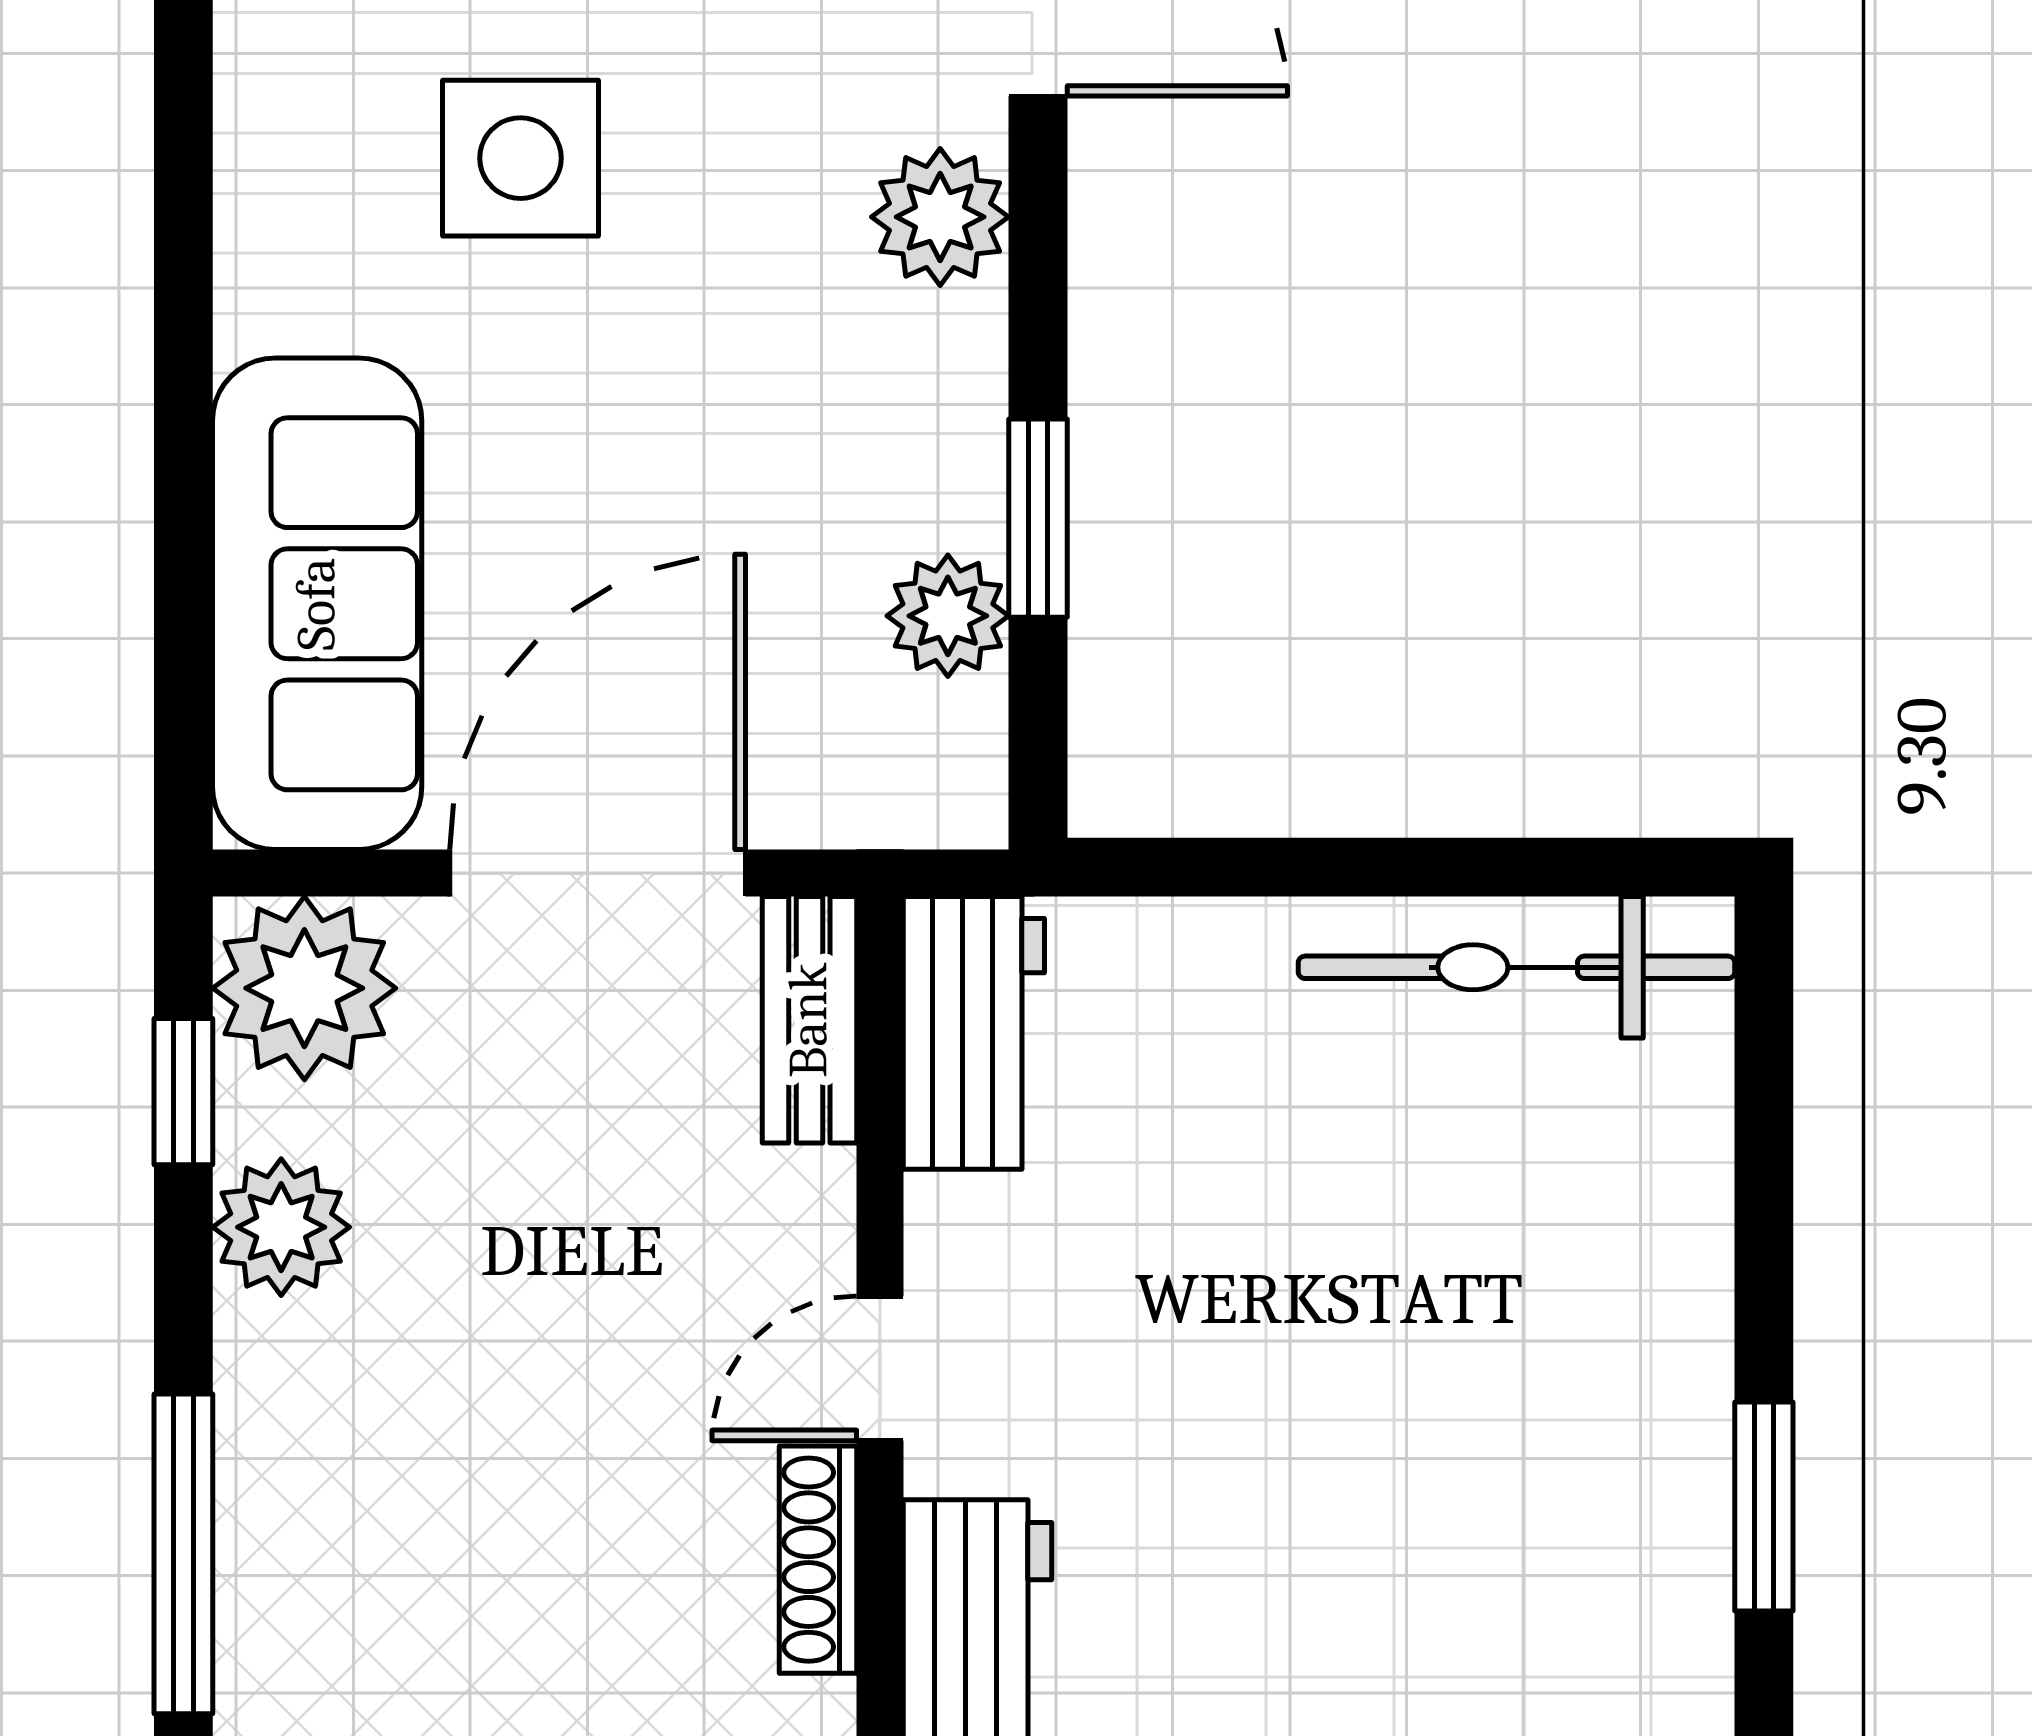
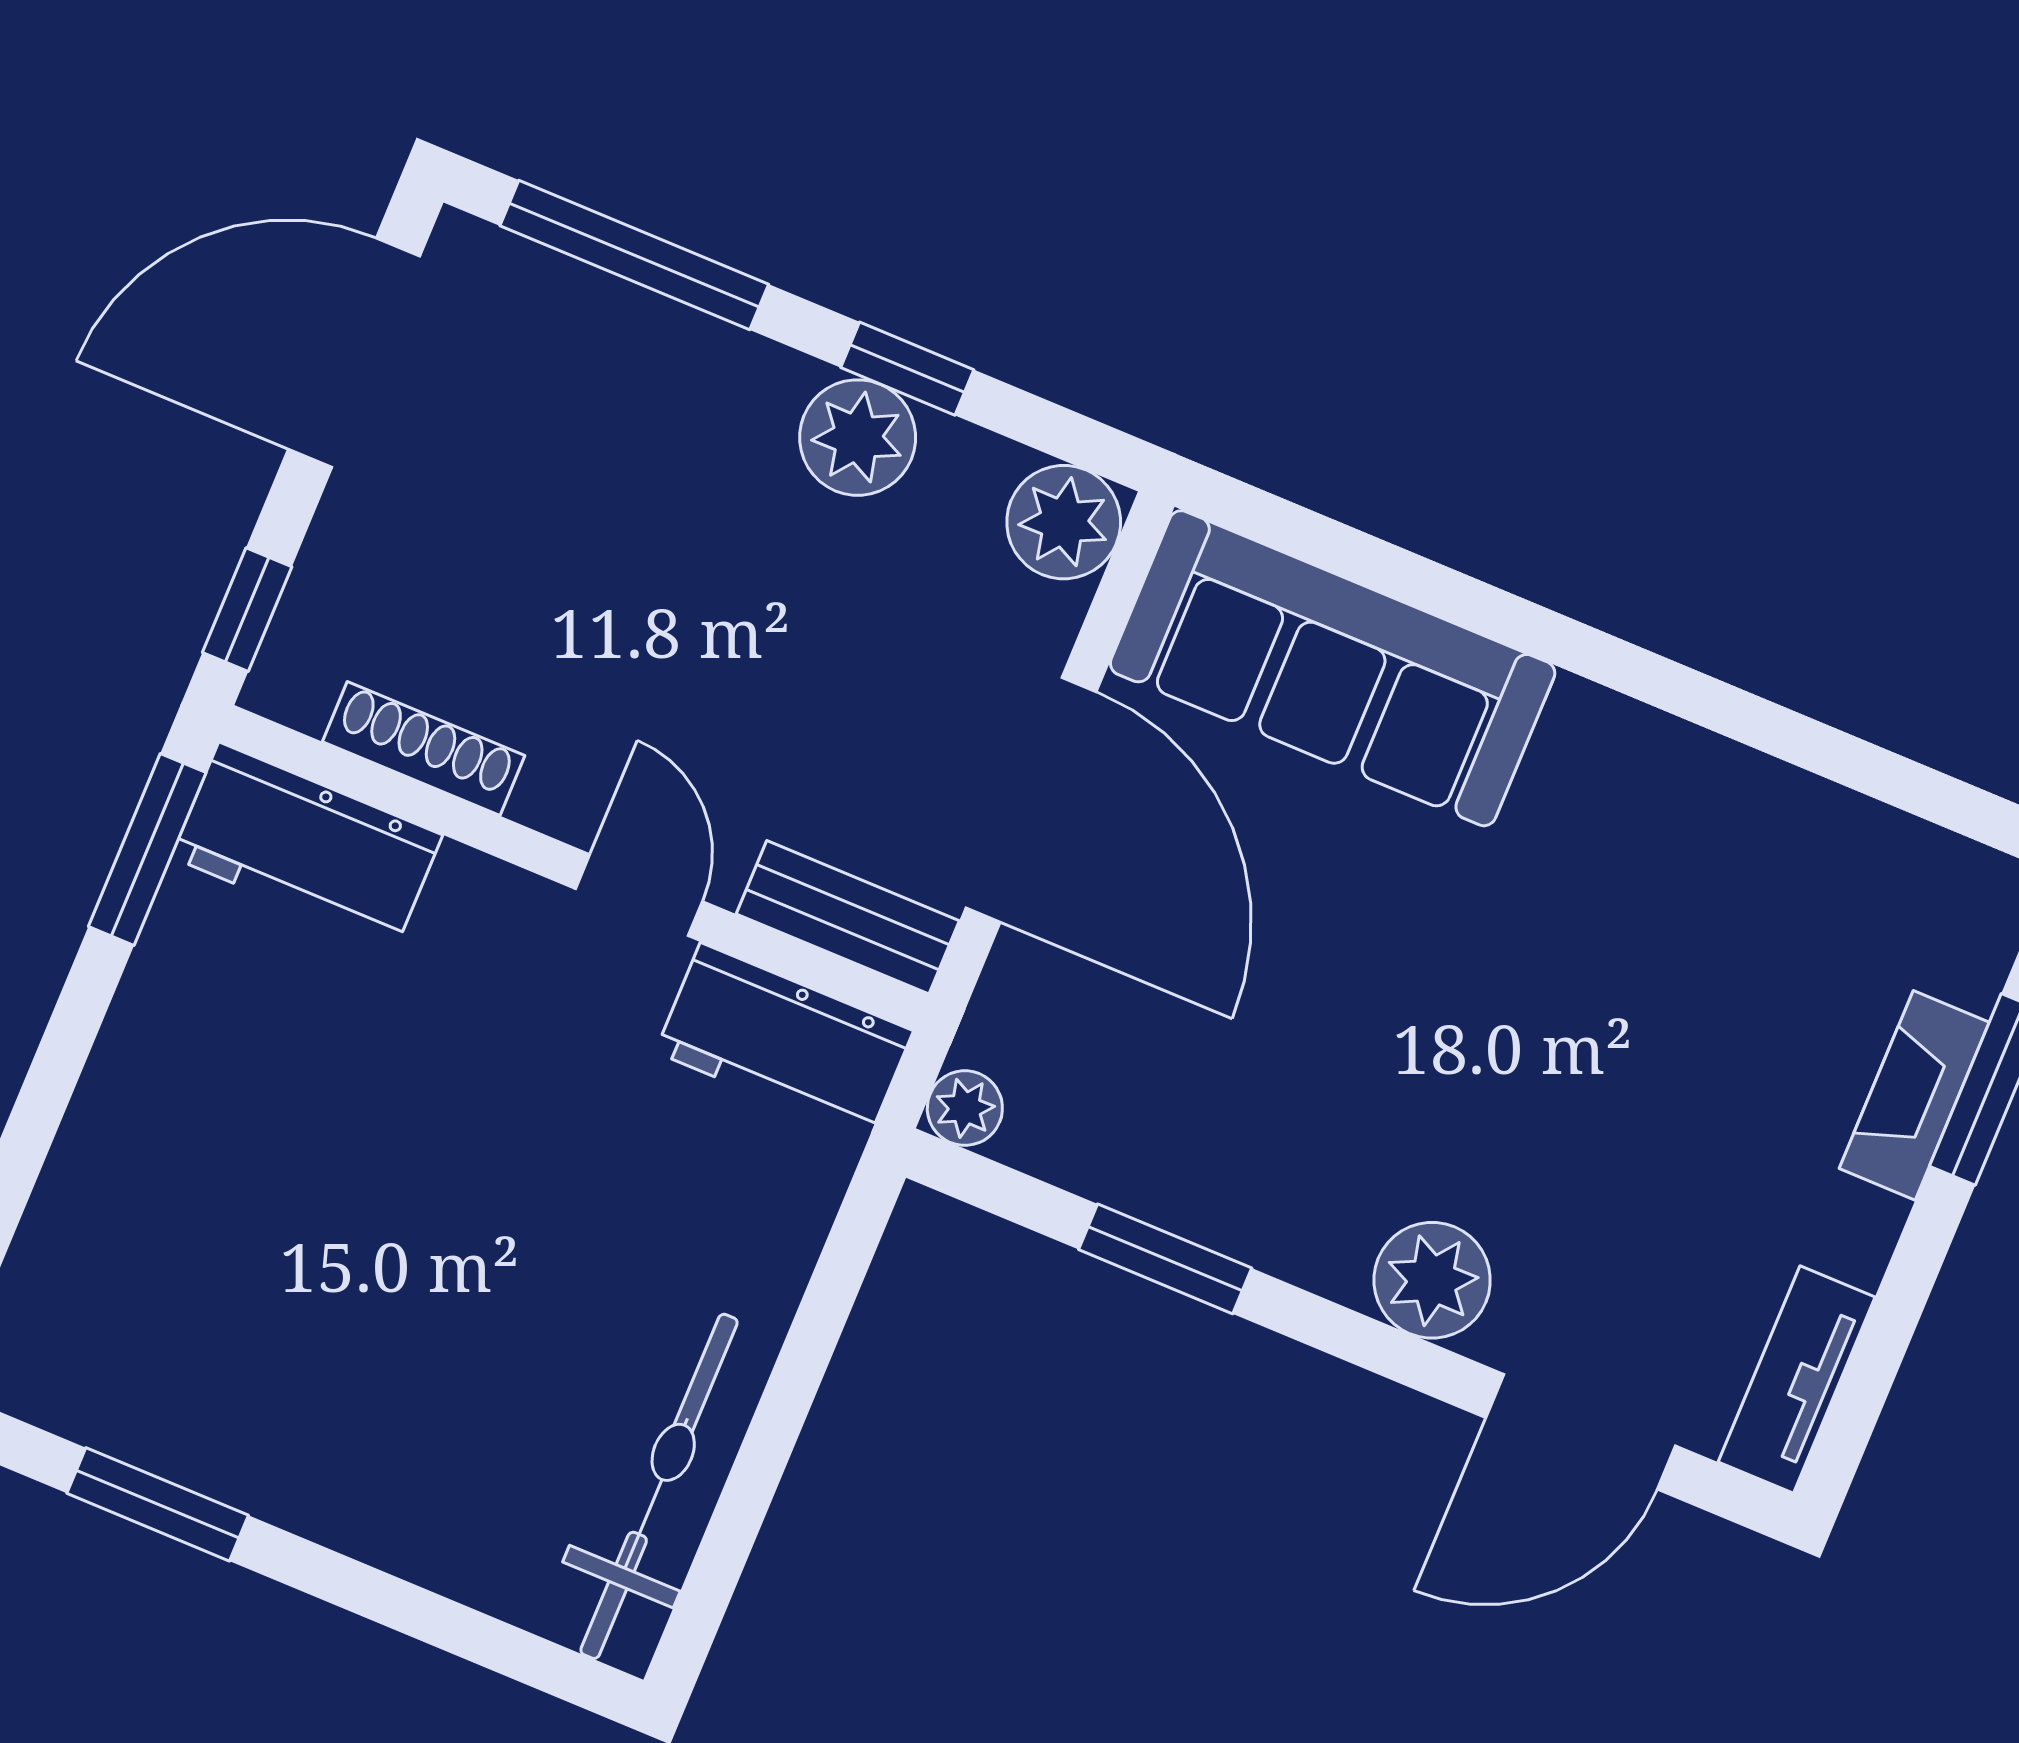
side table: (520, 158) -> (1614, 972), removed
plant: (948, 616) -> (965, 1108), moved, width x0.73, depth x0.73
plant: (304, 988) -> (1064, 522), width x0.73, depth x0.73
window: (183, 1092) -> (907, 369), moved
door: (880, 1368) -> (639, 895), moved

